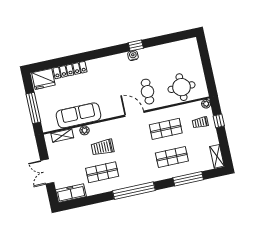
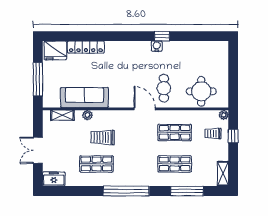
freezer: (71, 193) -> (54, 179), width x0.71

